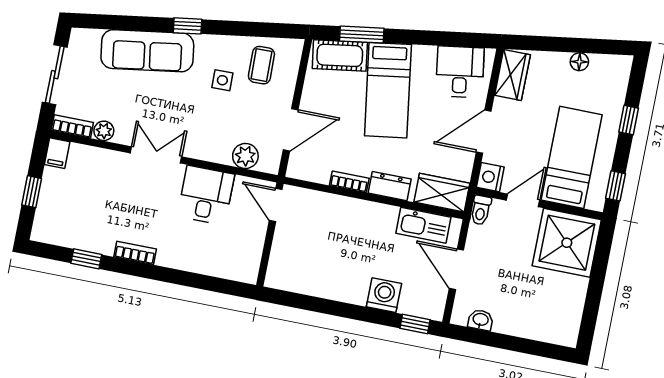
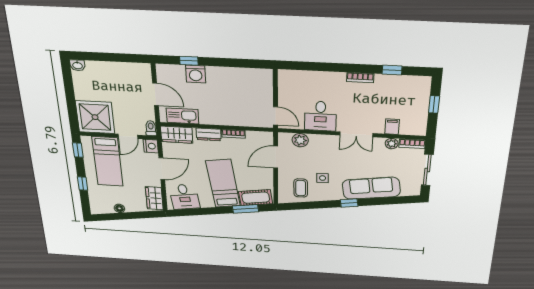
filing cabinet: (57, 153) -> (392, 127), moved
washbasin: (481, 320) -> (77, 65), moved
window: (415, 324) -> (189, 61), moved

